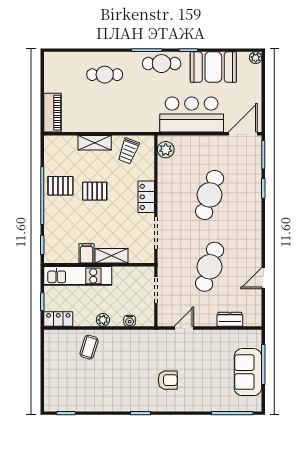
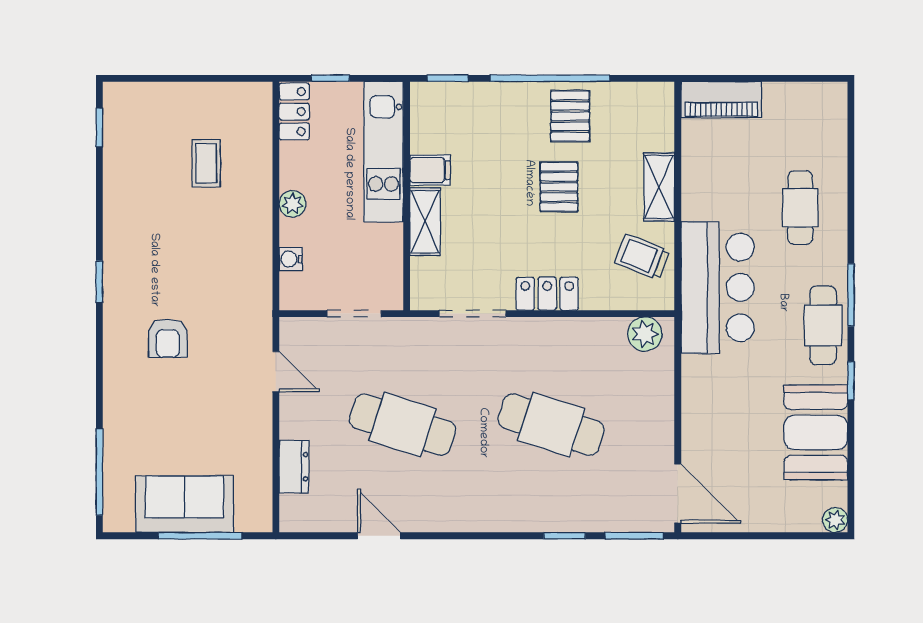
bar counter: (192, 115) -> (718, 288), moved
coffee table: (89, 347) -> (206, 163), moved, turned 73

